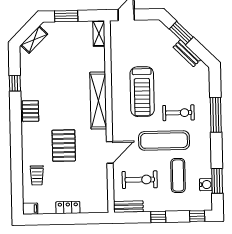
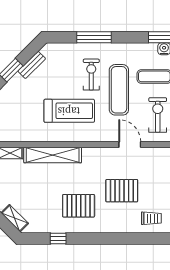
shelving: (98, 100) -> (53, 155), moved
pallet: (30, 111) -> (79, 206), moved, width x1.50, depth x1.42

